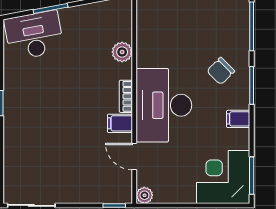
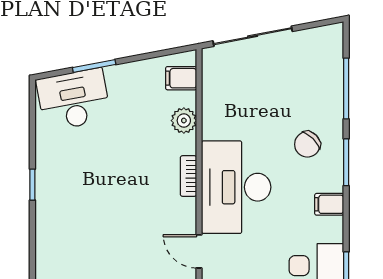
filing cabinet: (120, 123) -> (181, 78), moved

